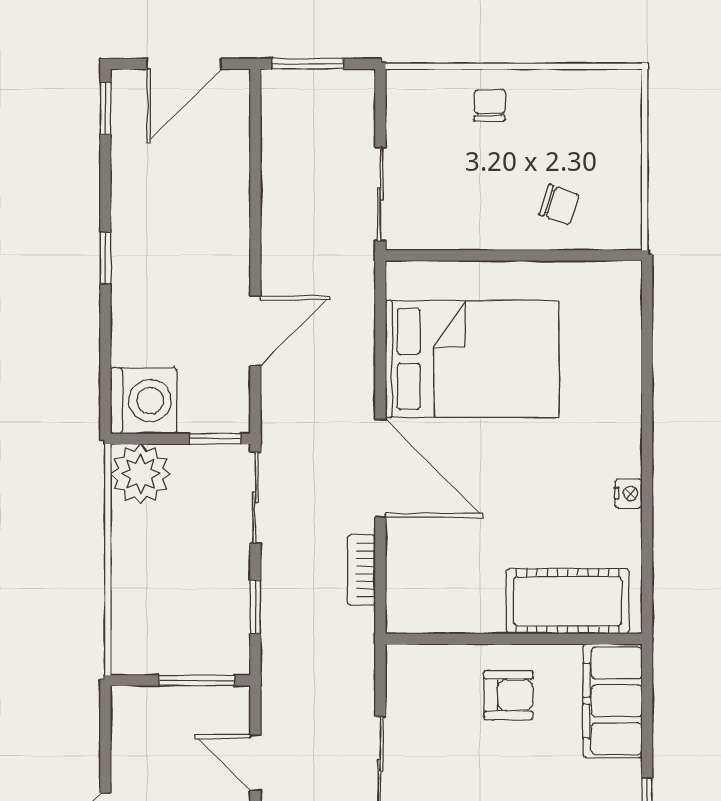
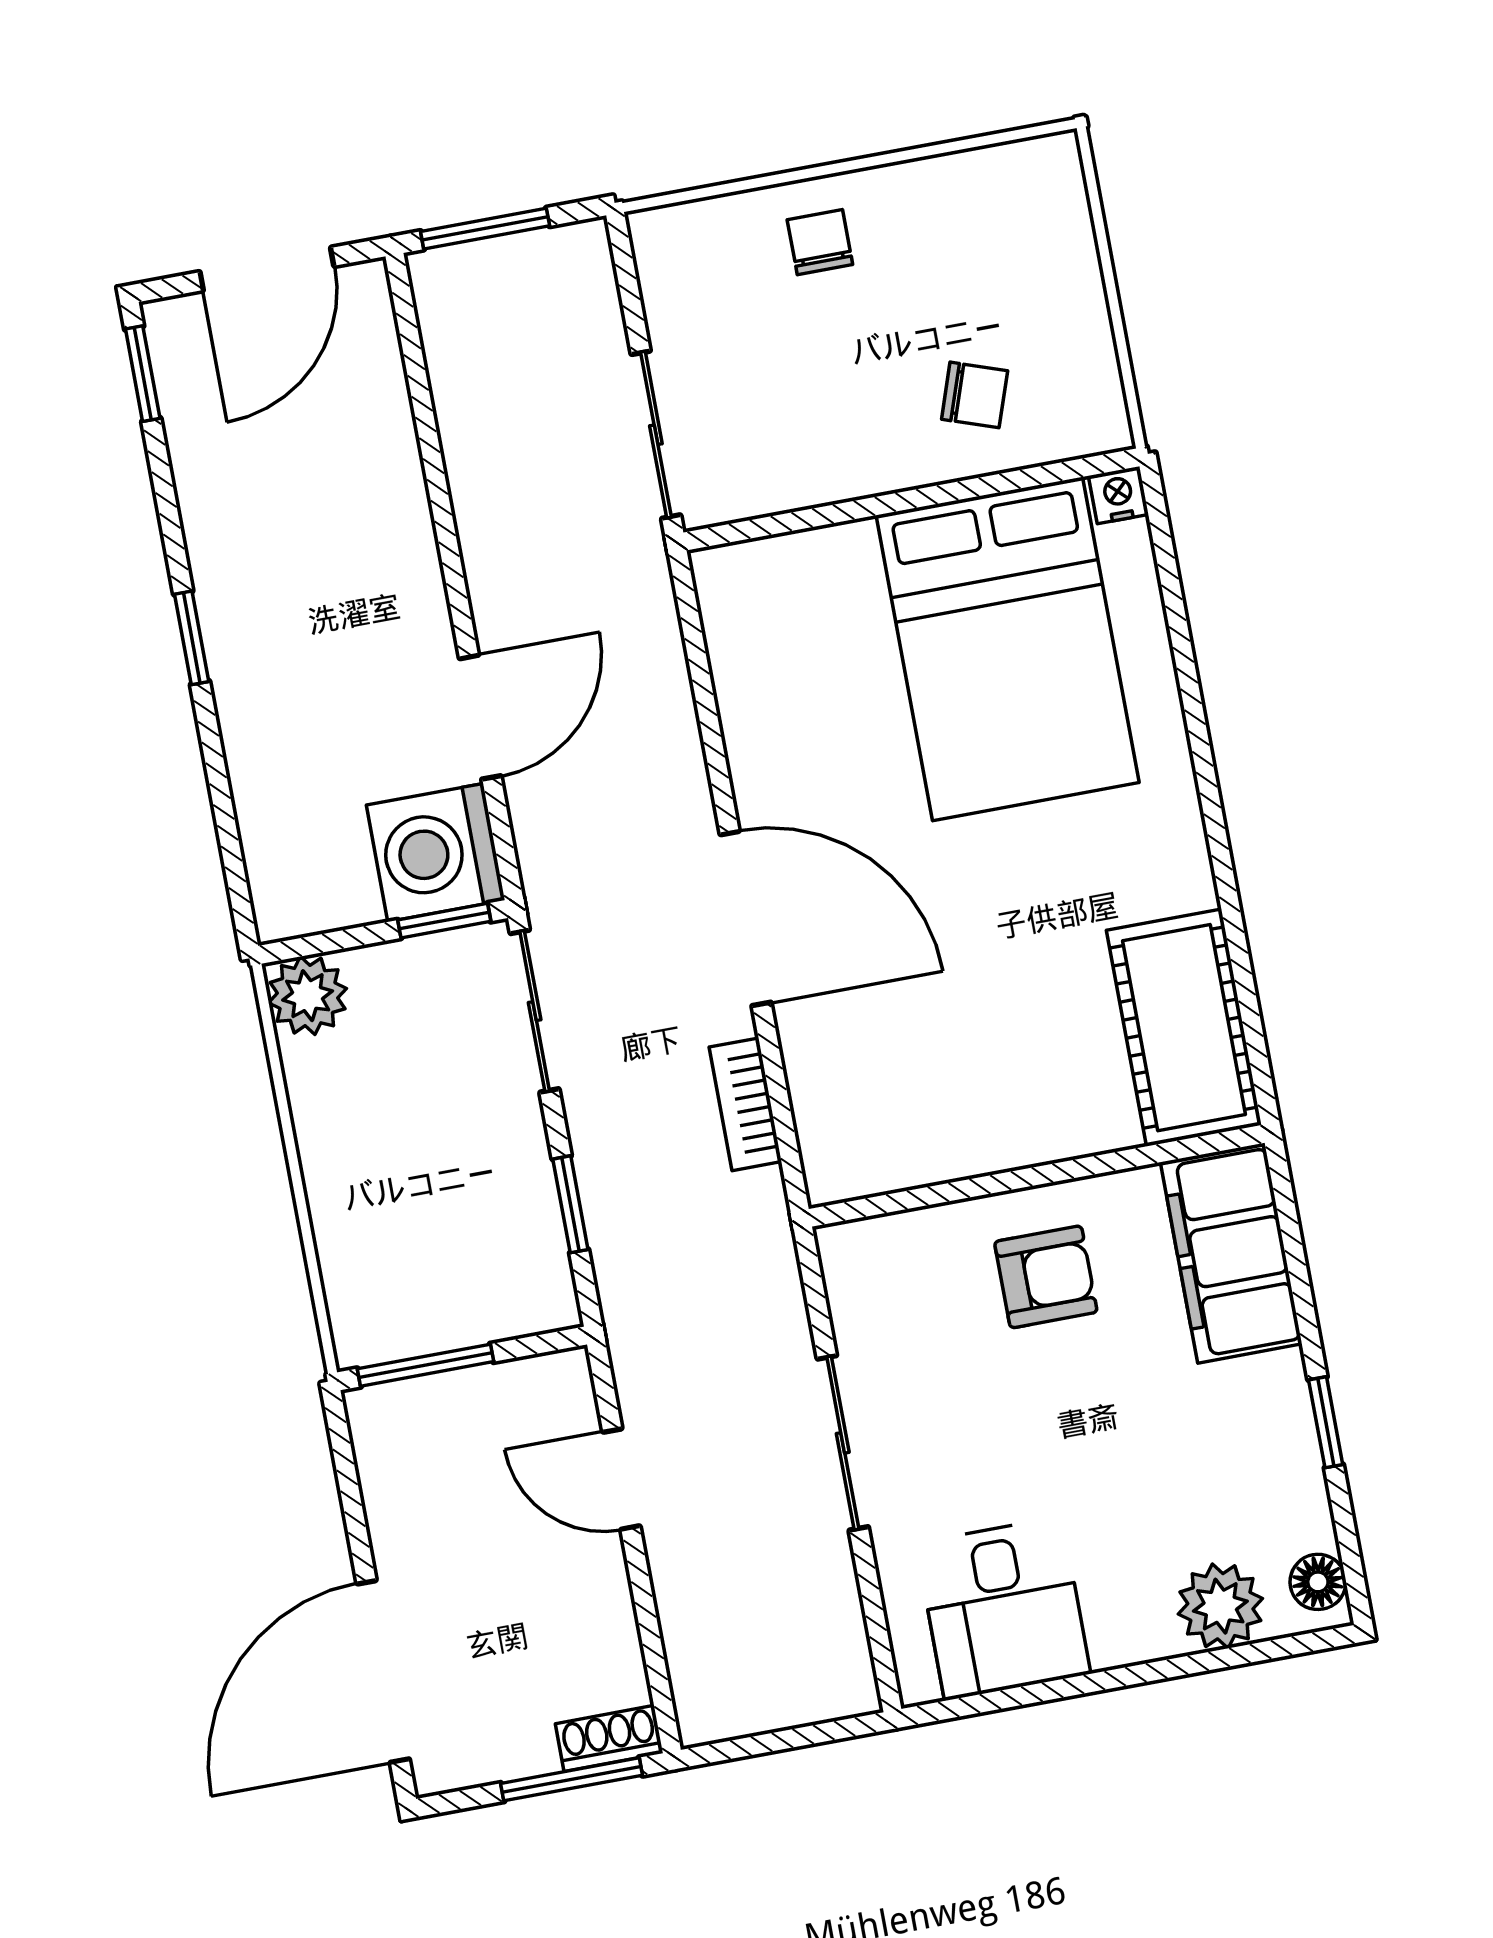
bed: (472, 359) -> (1008, 649), moved, turned 90
washing machine: (144, 401) -> (436, 853), moved, turned 180
plant: (141, 474) -> (308, 996), width x0.73, depth x0.73
nightstand: (628, 493) -> (1118, 495), moved, turned -90
cot: (568, 601) -> (1184, 1028), moved, turned 90
window: (197, 680) -> (425, 1365), moved

